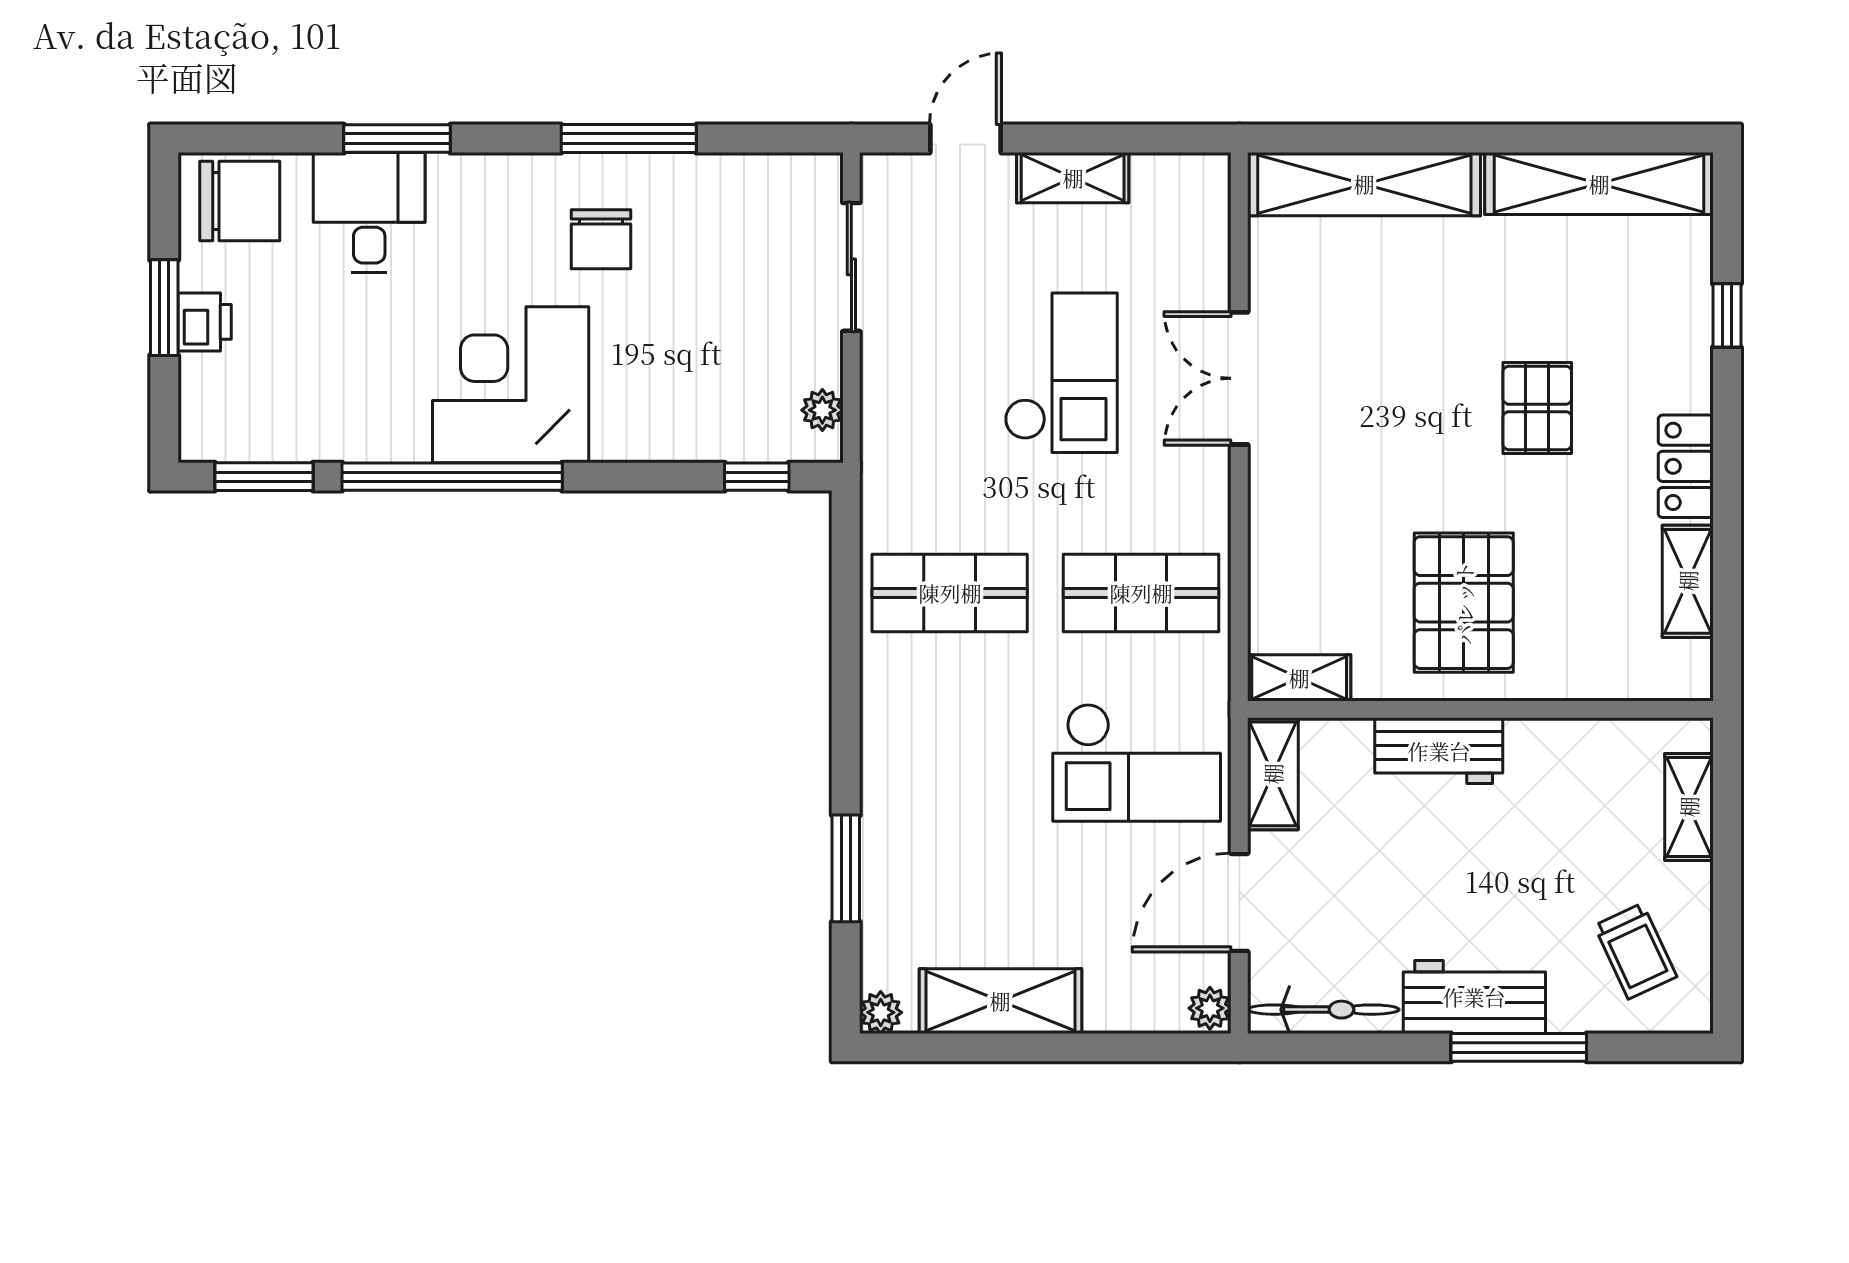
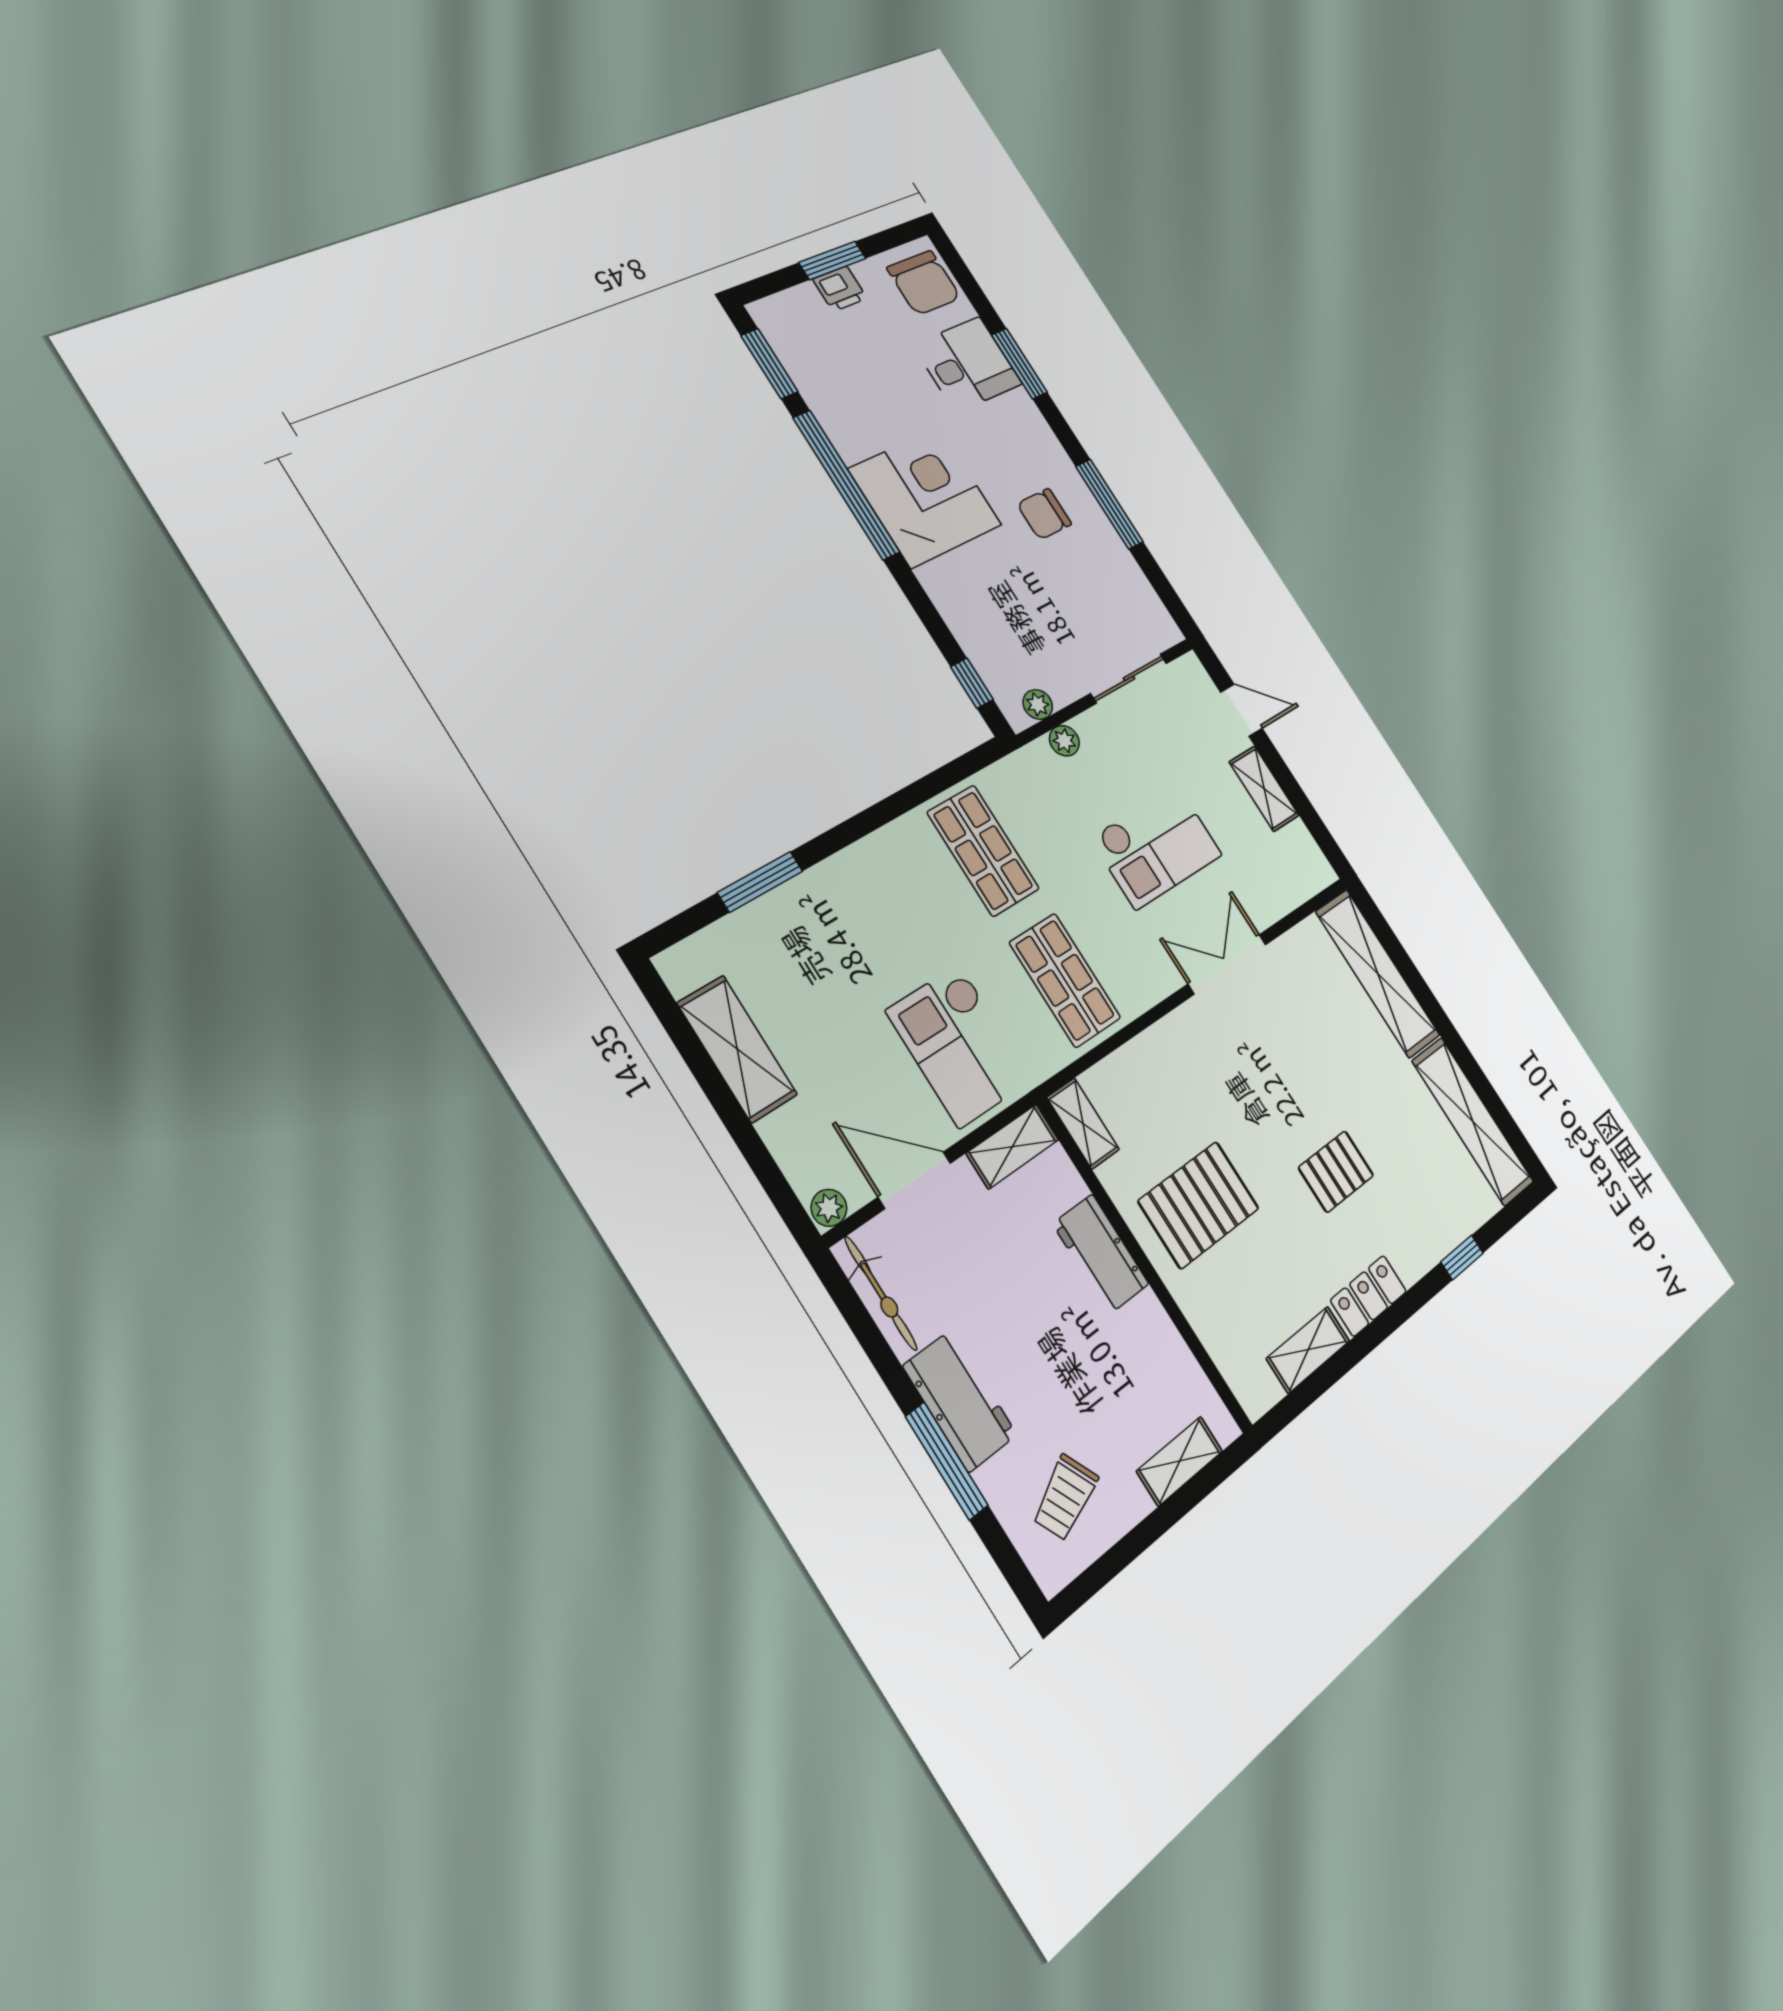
plant: (881, 1012) -> (1064, 741), moved

